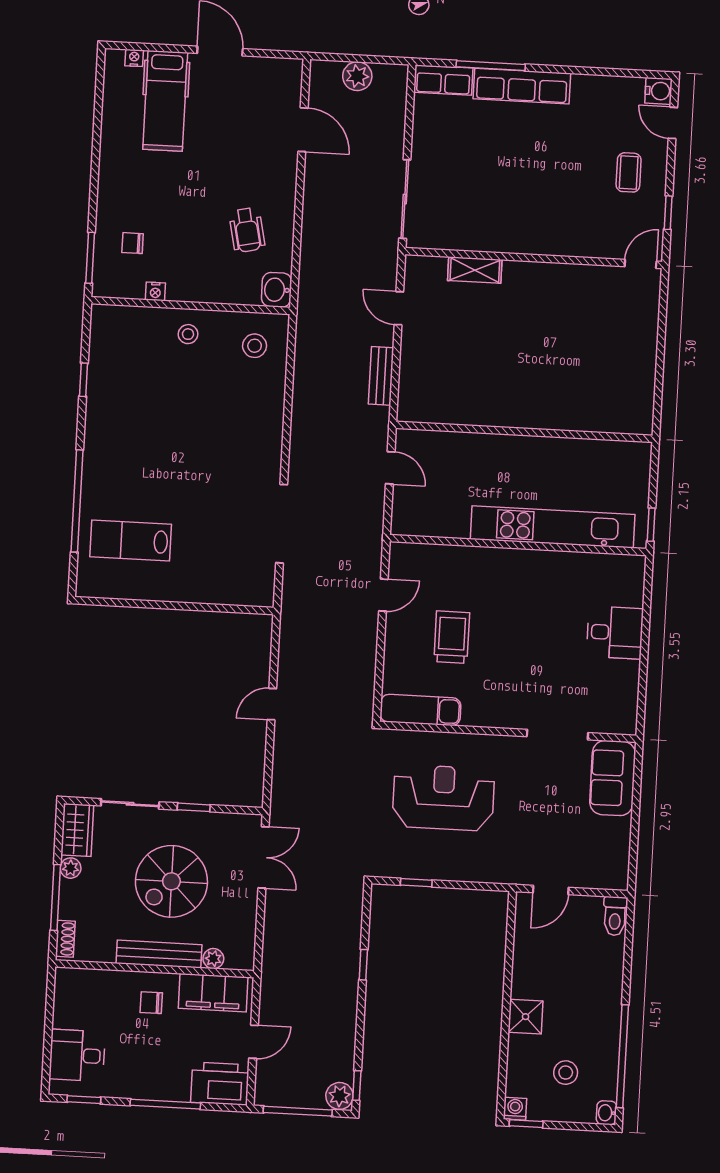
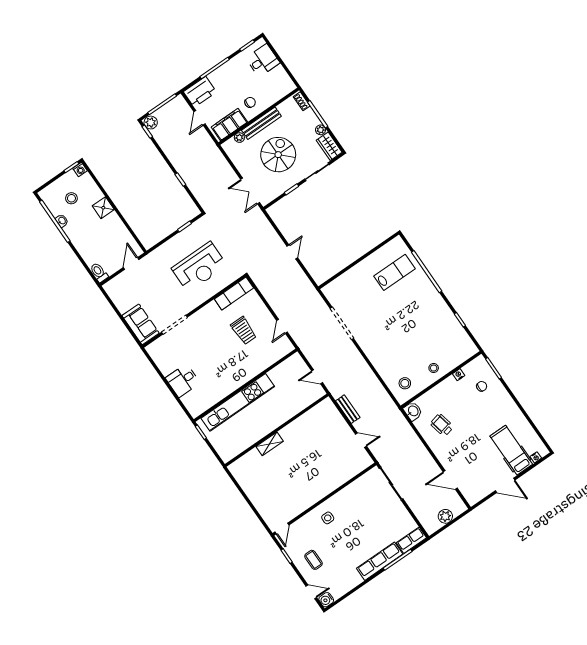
side table: (552, 223) -> (328, 518), added
shelving: (475, 270) -> (270, 444), moved
washbasin: (606, 1113) -> (62, 221), moved

